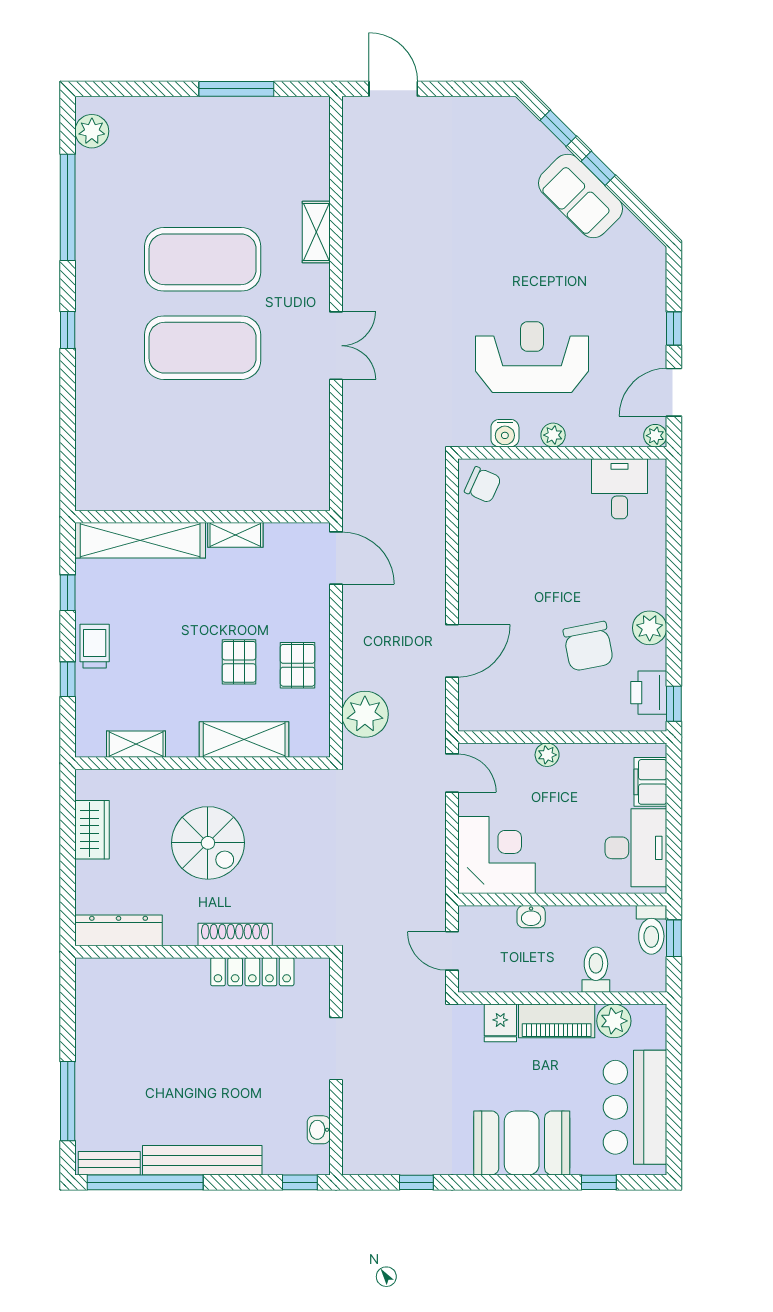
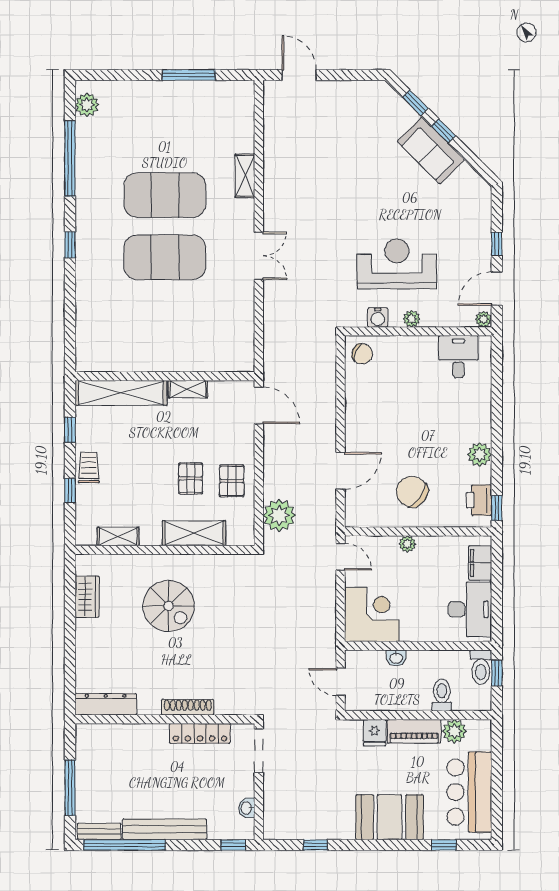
chair: (588, 646) -> (412, 492), moved, turned 137
dresser: (119, 930) -> (106, 704), moved
shoe rack: (235, 935) -> (188, 707), moved
wall: (203, 952) -> (165, 719), moved
locker: (252, 972) -> (200, 733), moved

